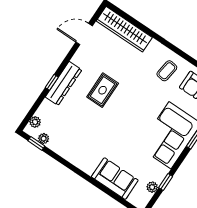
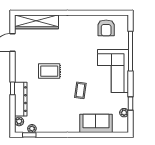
coffee table: (167, 71) -> (80, 90), moved
dresser: (64, 83) -> (21, 99), moved
rug: (103, 90) -> (49, 71), turned 90

